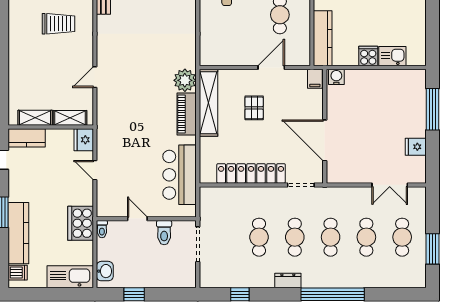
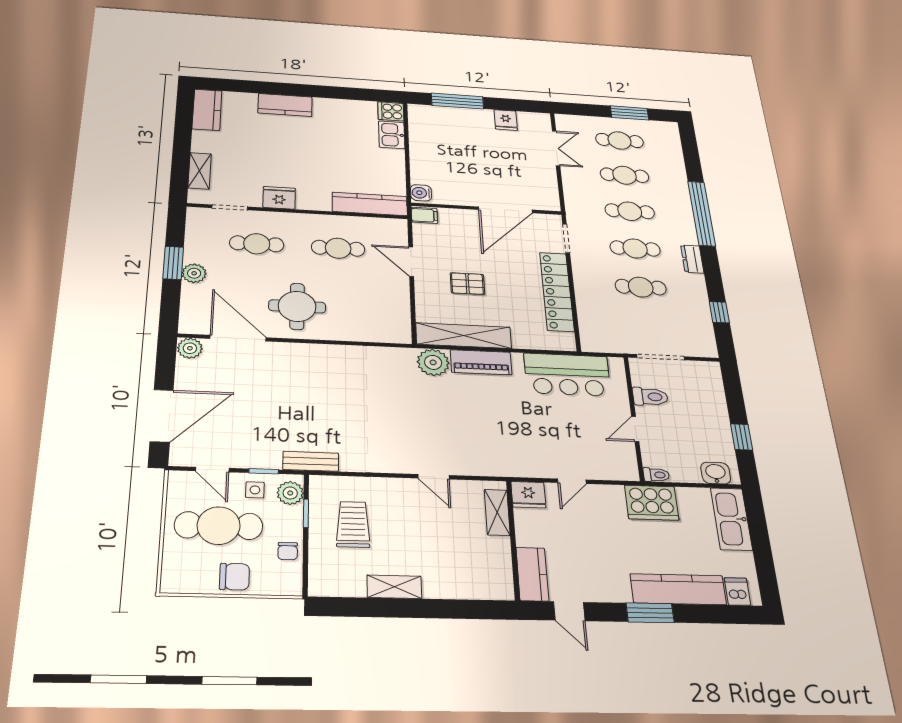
cooker: (368, 56) -> (391, 111), moved
shelving: (35, 118) -> (394, 587), moved, turned 90

